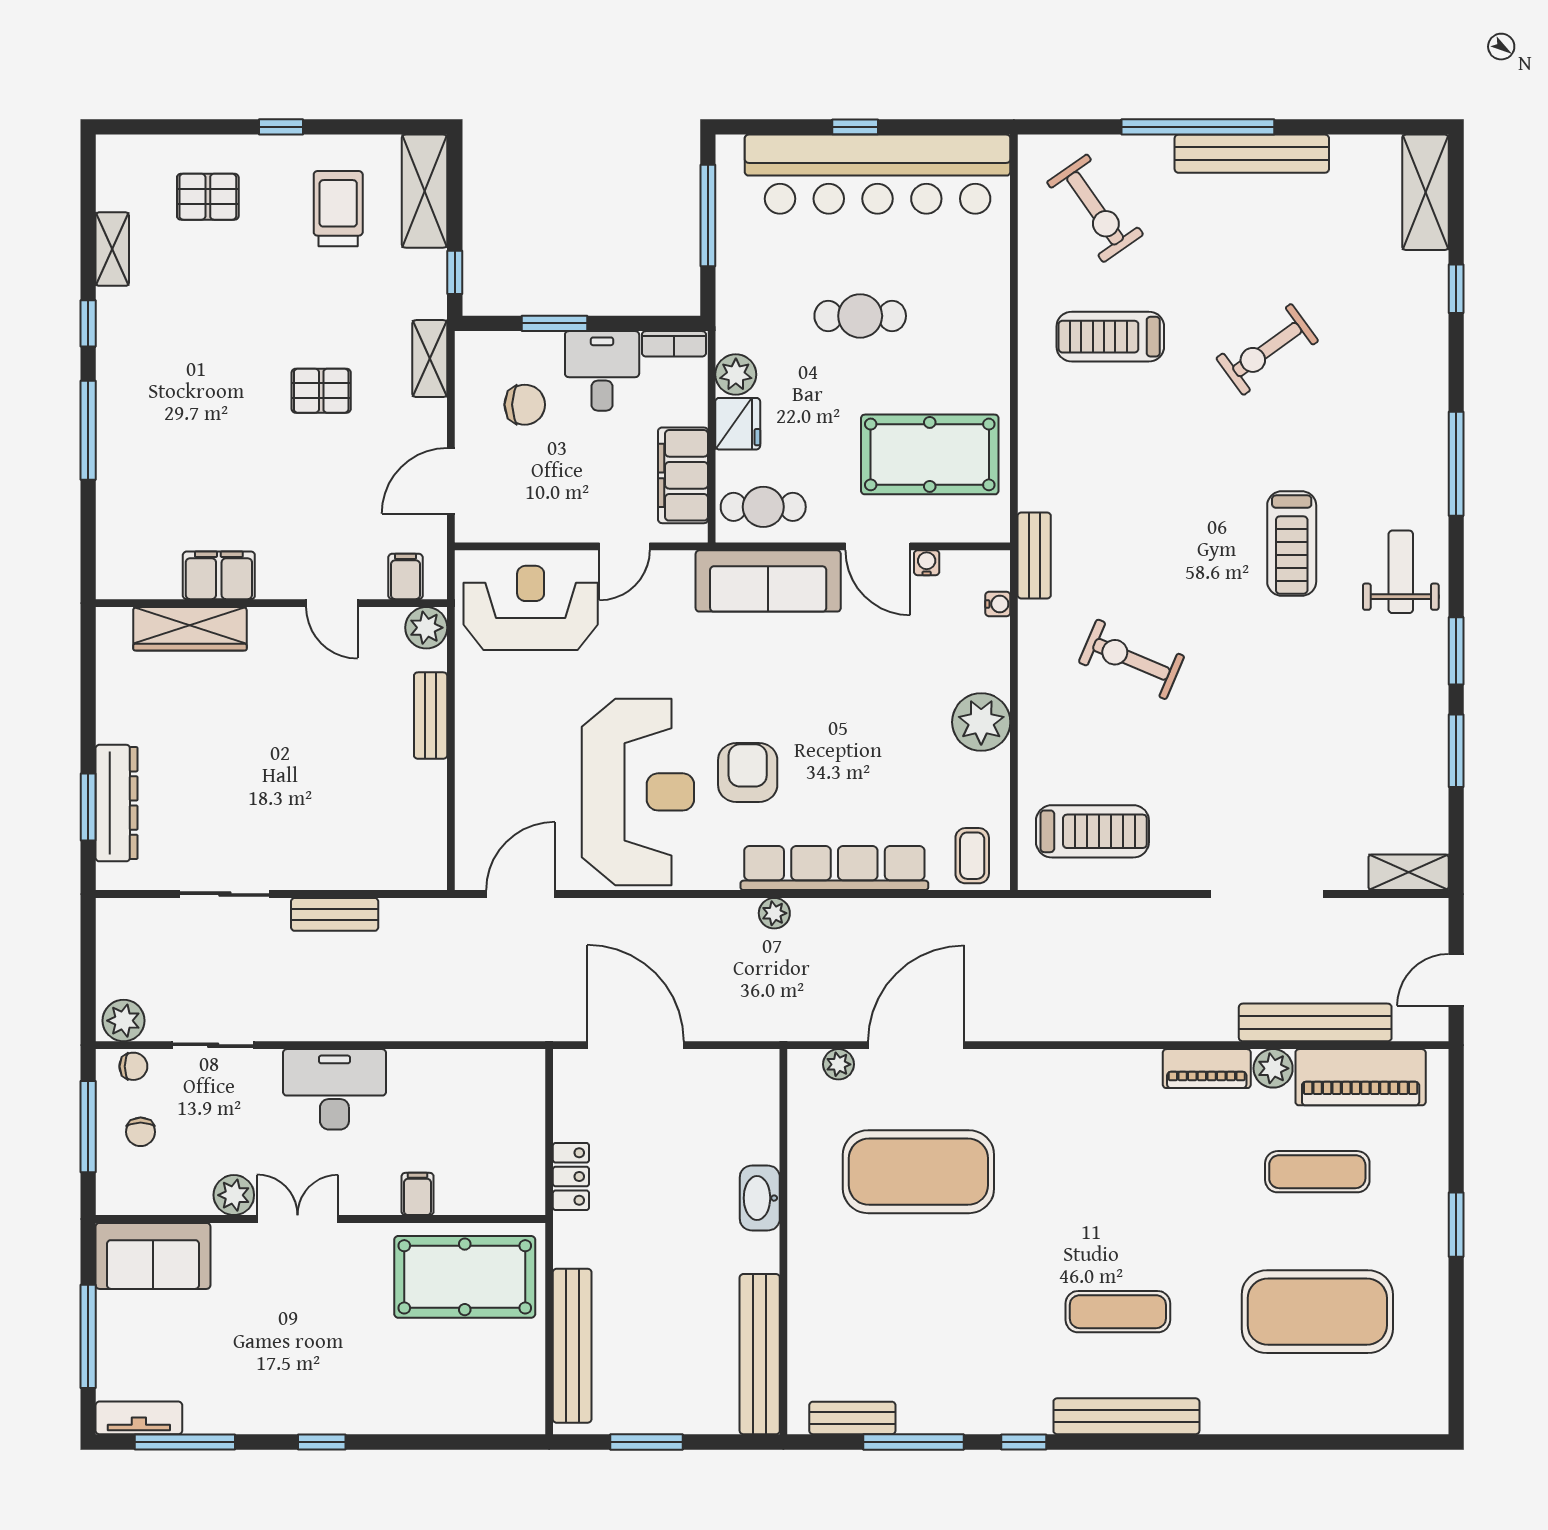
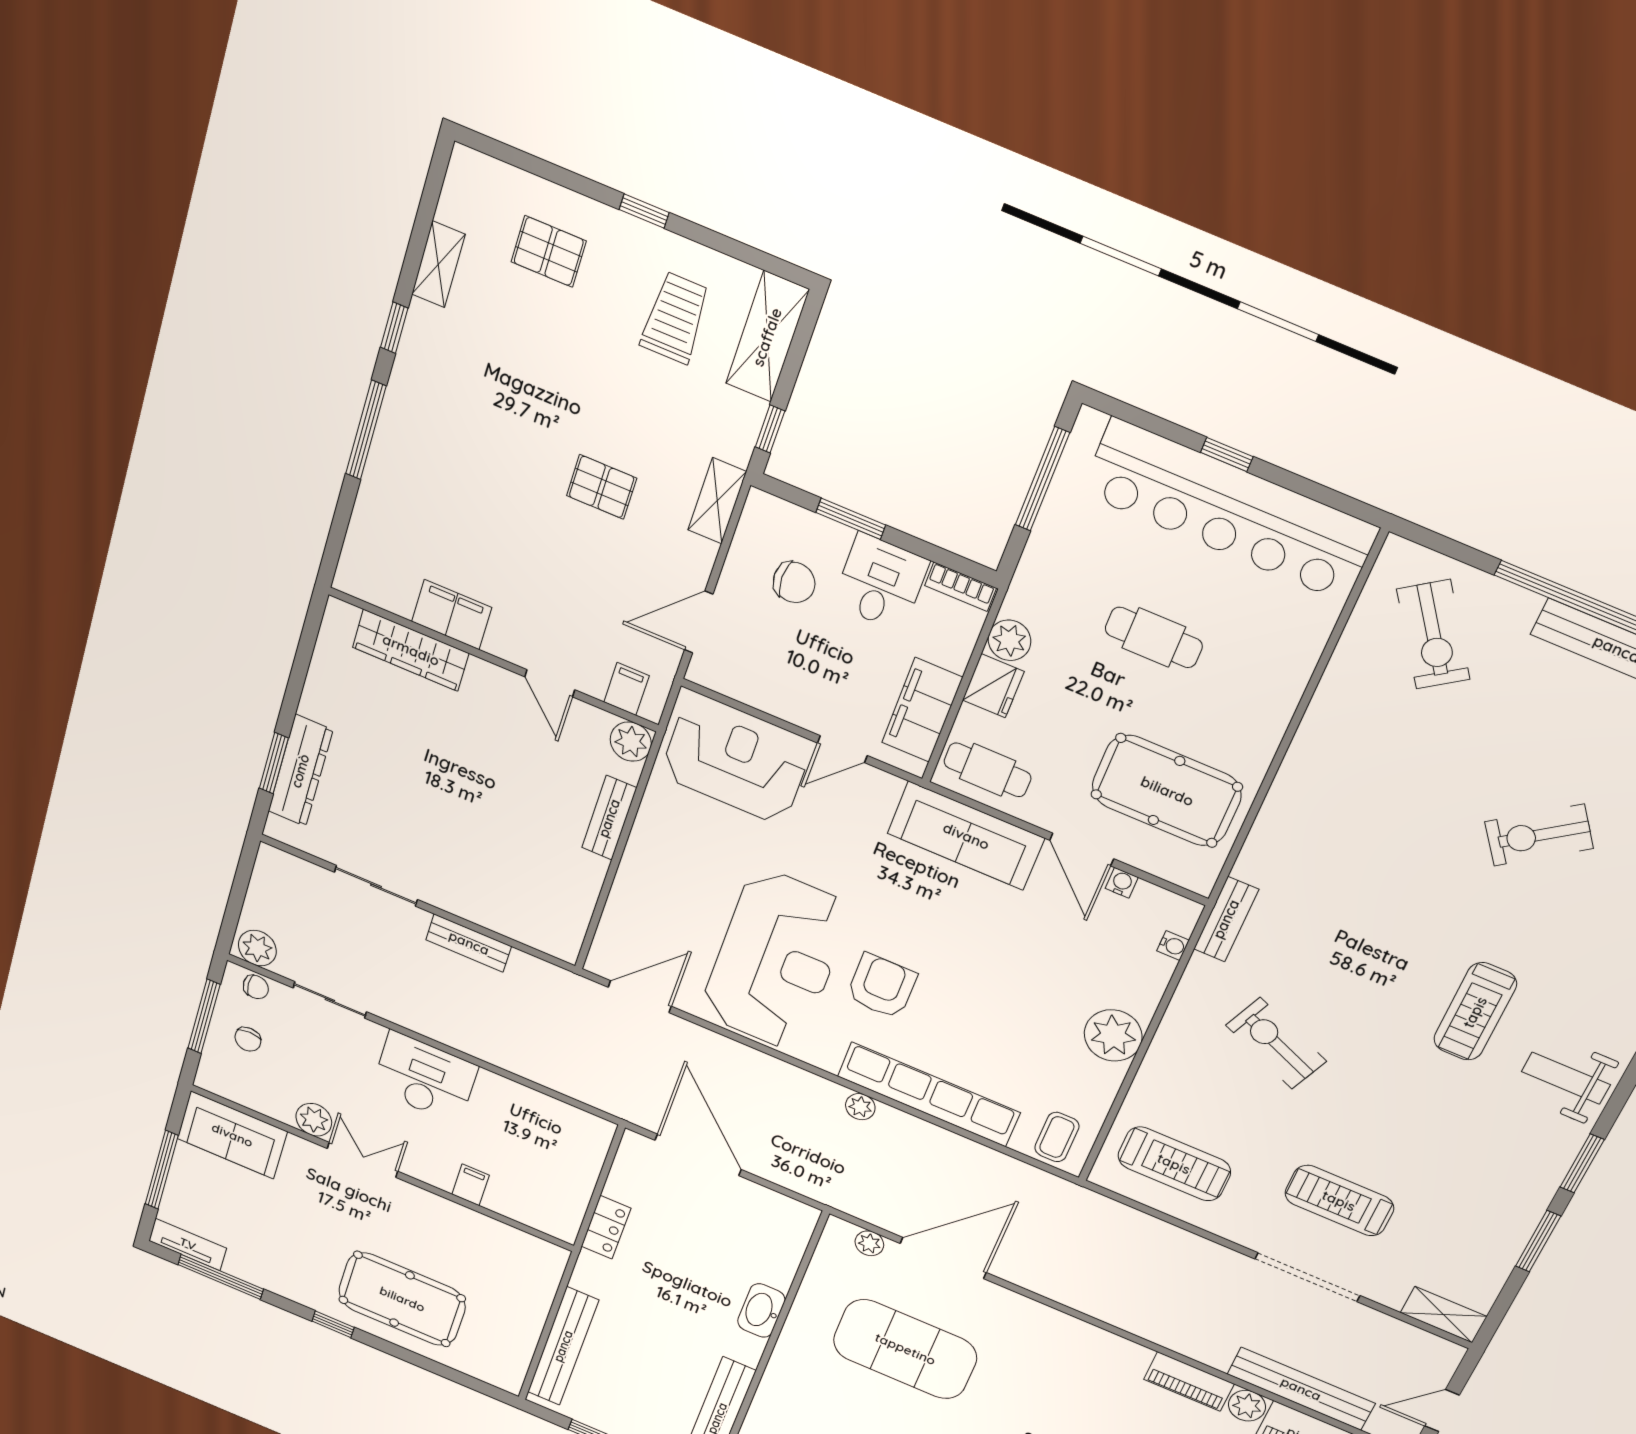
treadmill: (1110, 337) -> (1339, 1201), moved
weight bench: (1401, 572) -> (1566, 1078), turned -90
pool table: (465, 1277) -> (402, 1299), moved

